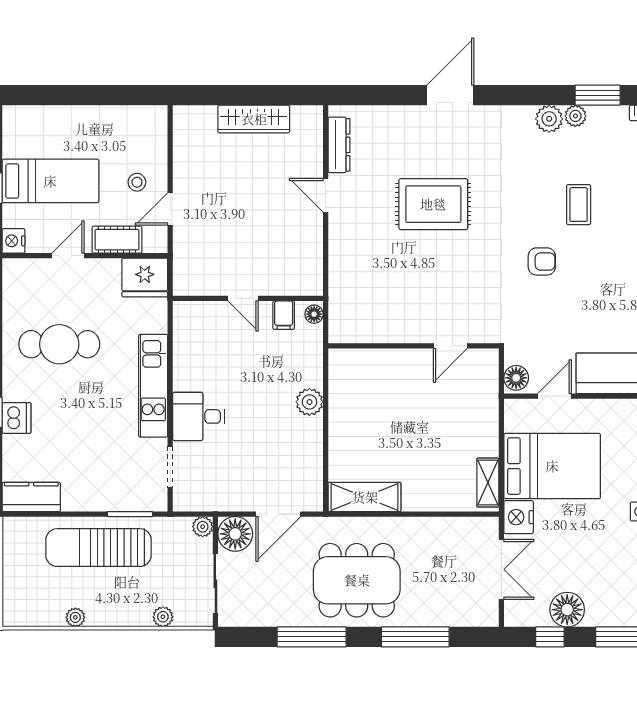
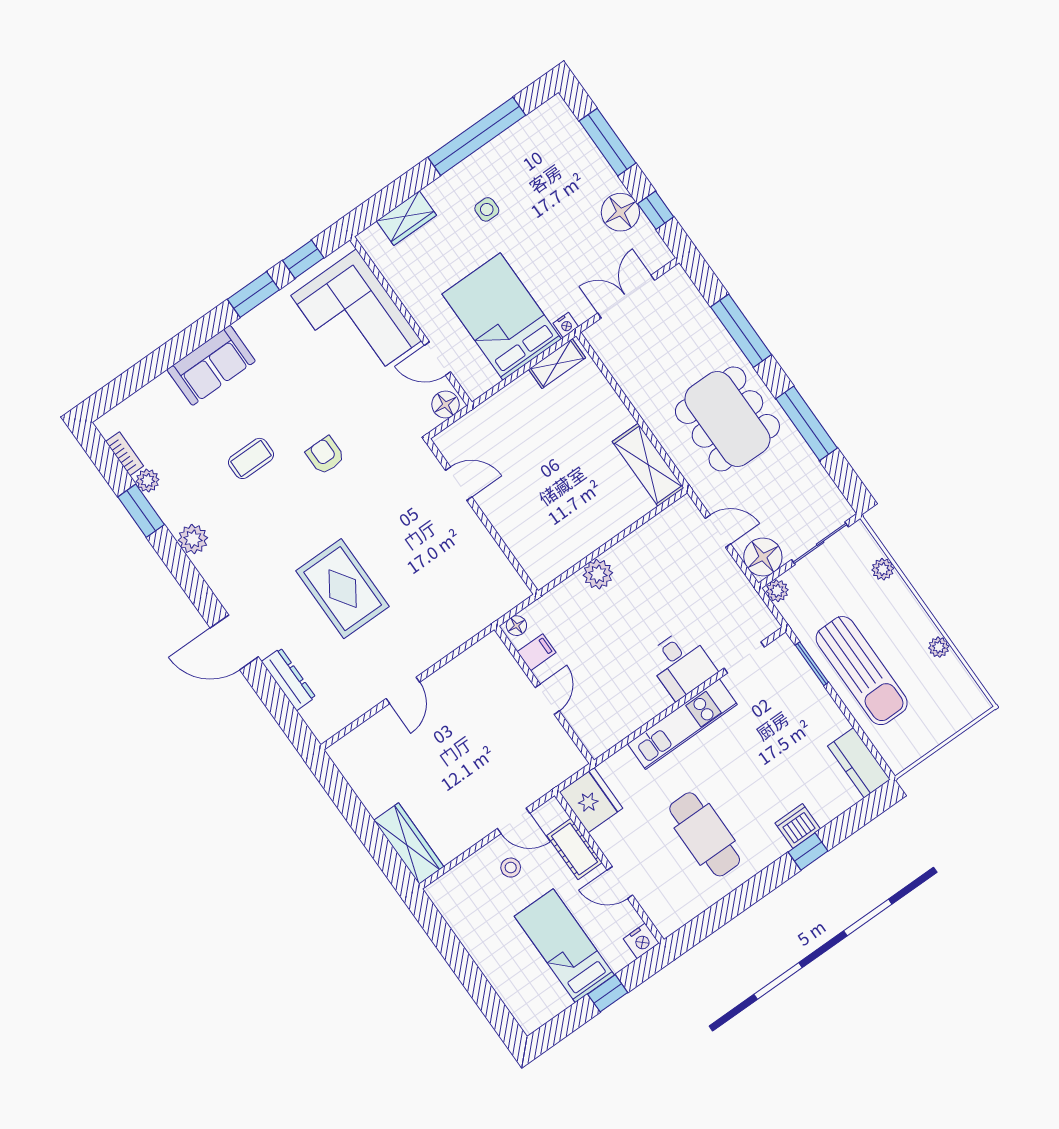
plant: (575, 116) -> (148, 480), moved
wardrobe: (254, 119) -> (409, 844), moved
dresser: (339, 145) -> (288, 679), moved, turned 90
door: (278, 514) -> (718, 531), width x0.73
nightstand: (519, 517) -> (566, 325), width x0.53, depth x0.56

